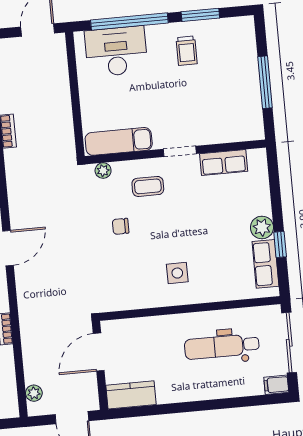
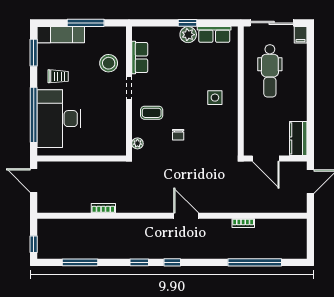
window: (200, 15) -> (34, 53), moved
desk: (116, 51) -> (59, 119), width x1.36, depth x1.30
stool: (212, 120) -> (109, 63), added
exam couch: (119, 141) -> (61, 35), moved, turned -90
coffee table: (148, 186) -> (152, 113), turned 90
window: (280, 244) -> (187, 23), moved
plant: (34, 393) -> (291, 207), removed

